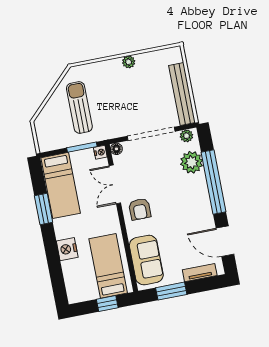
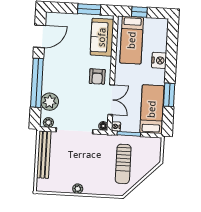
armchair: (140, 209) -> (97, 76), turned 180
door: (225, 241) -> (40, 36), hinge flipped
tv unit: (200, 273) -> (64, 18), removed

